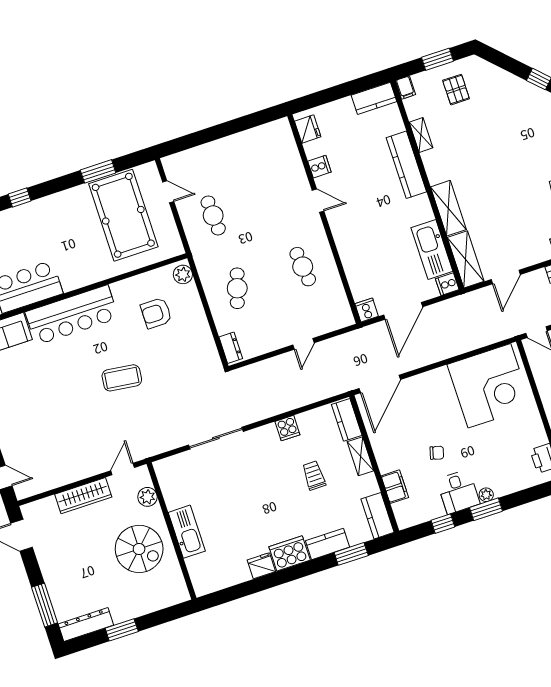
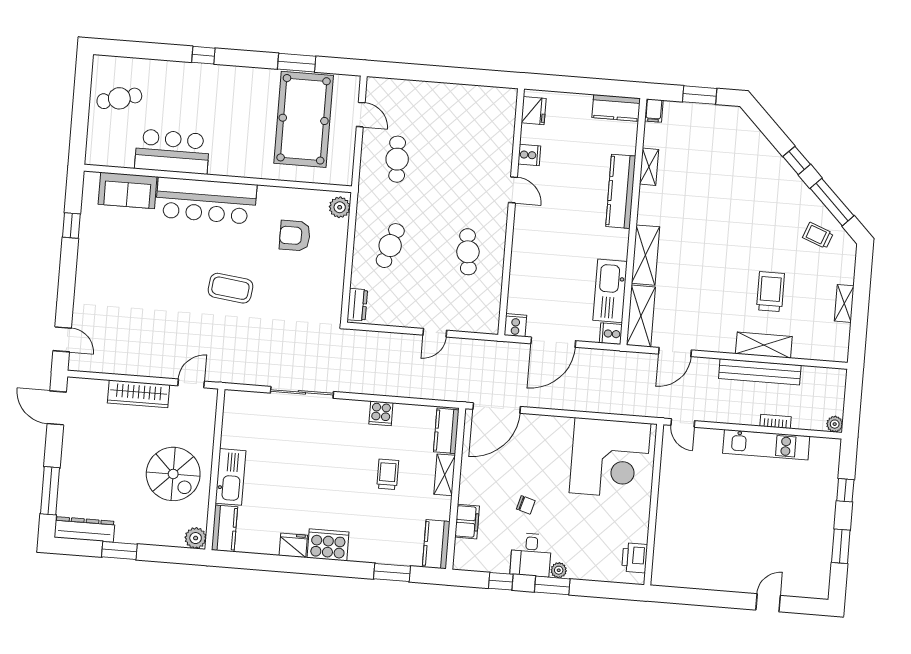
pallet: (456, 90) -> (706, 135), removed
plant: (147, 497) -> (196, 538), moved
kitchen counter: (328, 544) -> (224, 528), moved, turned 90

